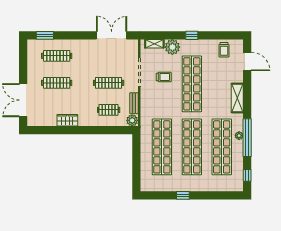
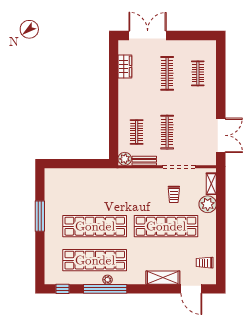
window: (45, 35) -> (221, 60), removed
window: (192, 35) -> (221, 226), removed
clothes rail: (57, 56) -> (198, 73), width x0.73
door: (247, 61) -> (191, 289), hinge flipped
shelving: (237, 98) -> (163, 278), moved
wardrobe: (67, 120) -> (125, 67), moved
shop shelf: (162, 147) -> (95, 192), removed
window: (183, 195) -> (40, 216), width x2.17

